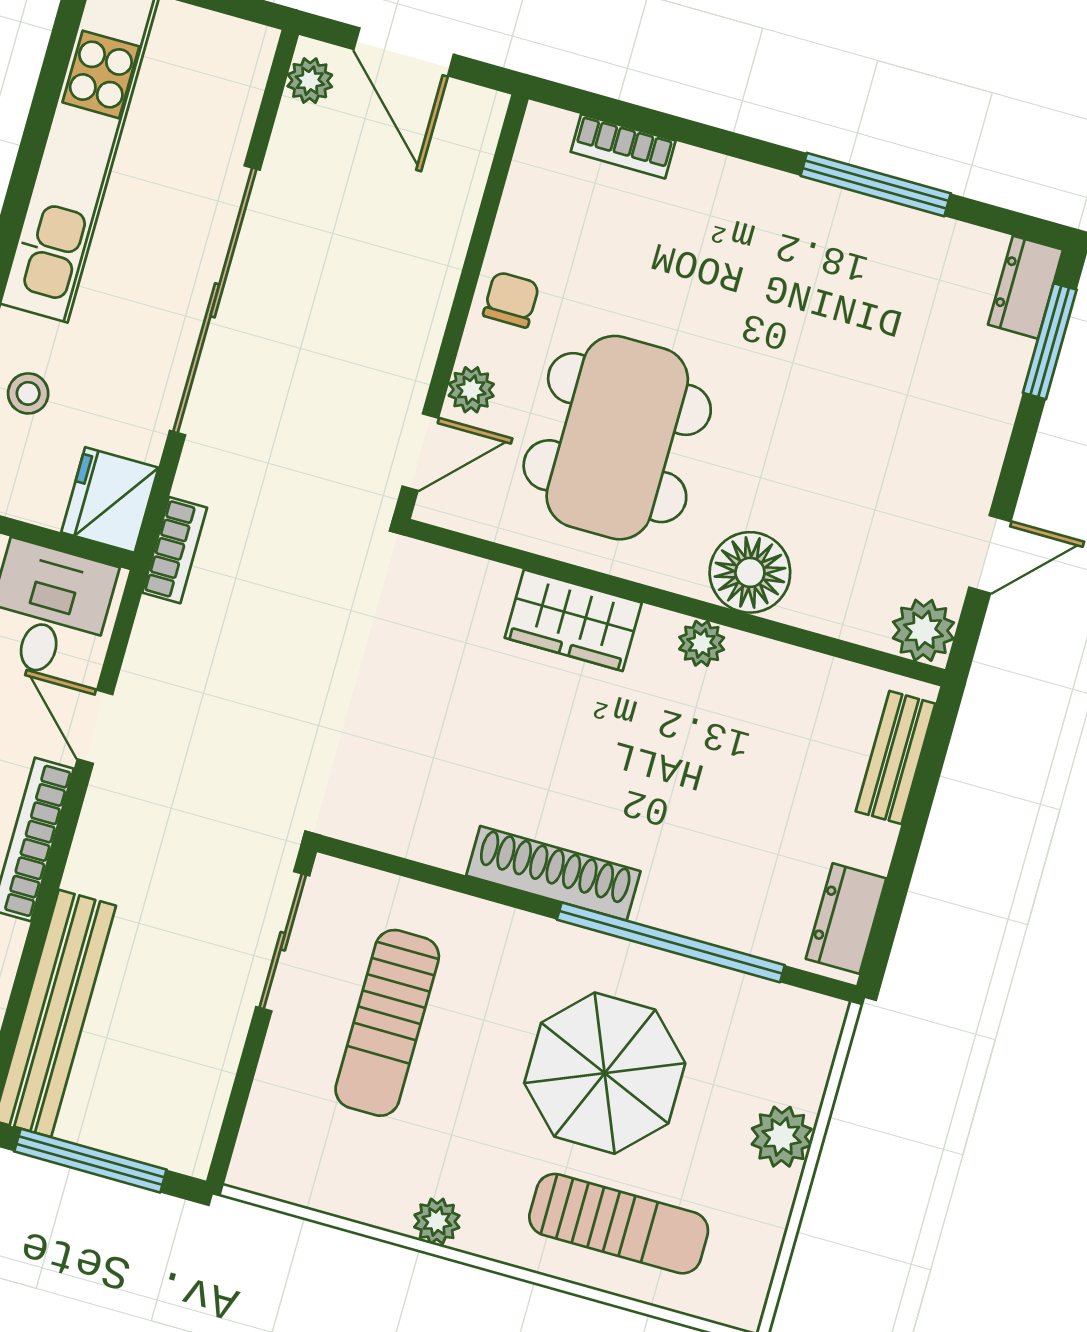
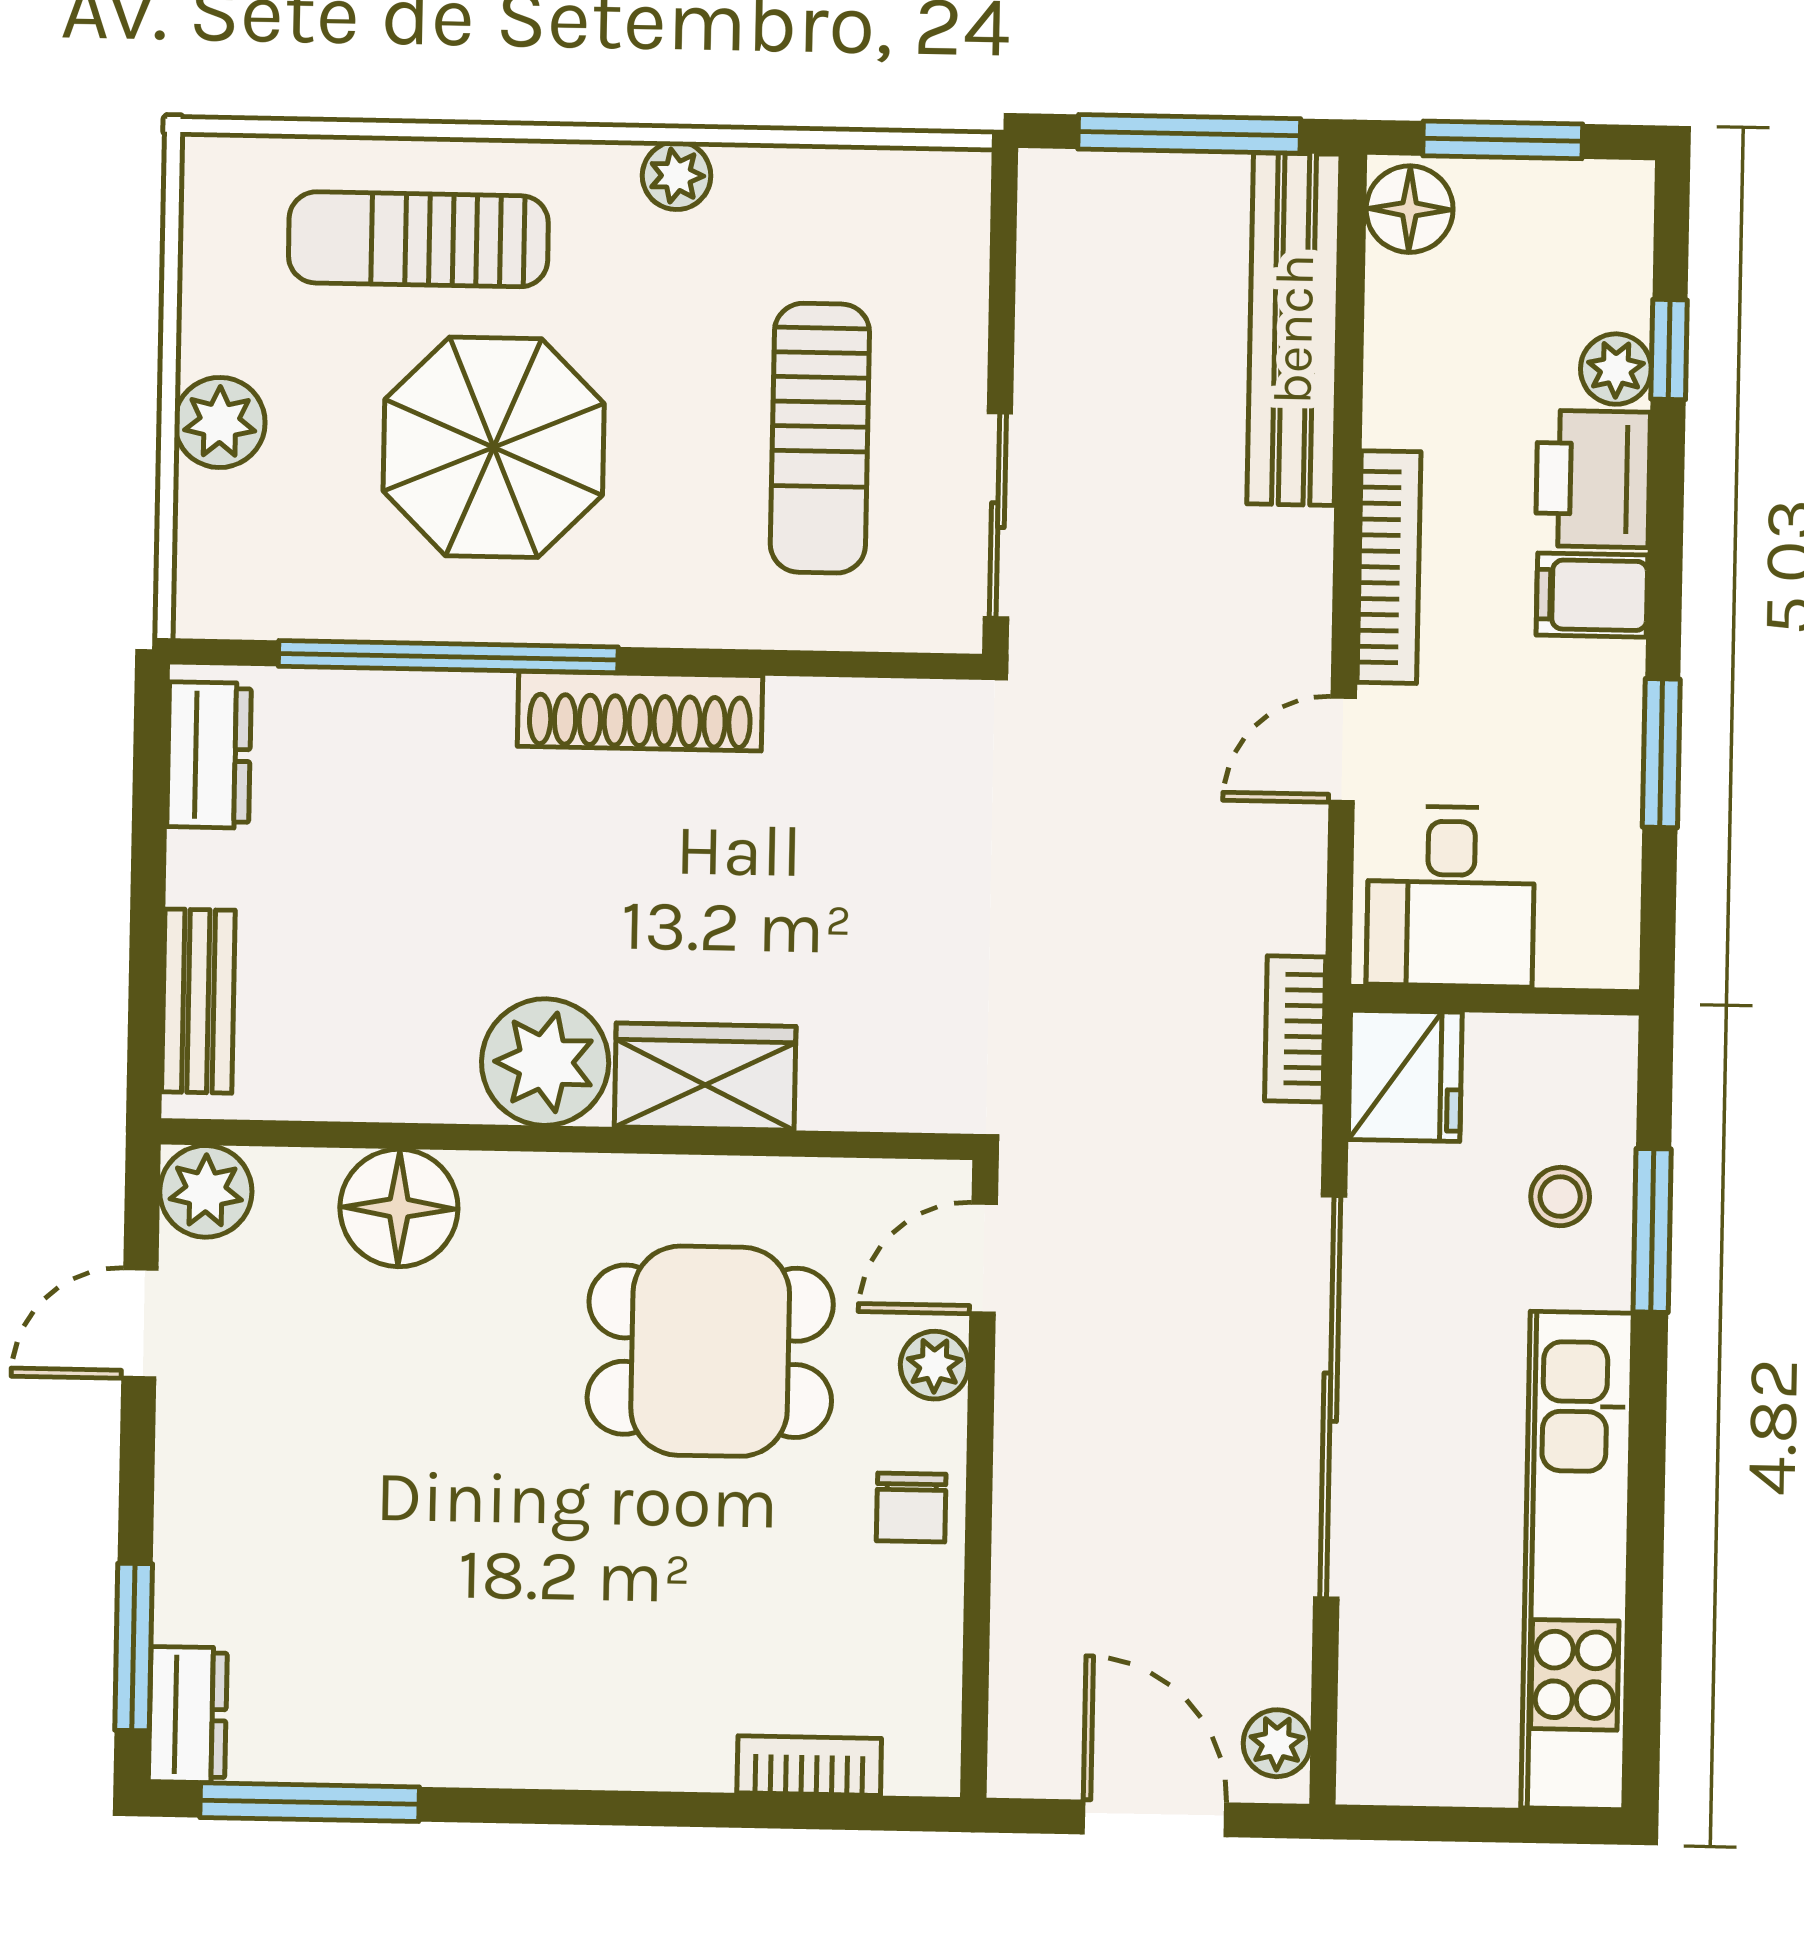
window: (876, 185) -> (310, 1802), moved
dining table: (617, 438) -> (710, 1351), width x0.73
floor lamp: (750, 572) -> (399, 1208), moved
plant: (702, 643) -> (545, 1062), width x1.87, depth x1.87
door: (95, 727) -> (1343, 749), swing flipped
sun lounger: (387, 1023) -> (820, 438), turned 180

